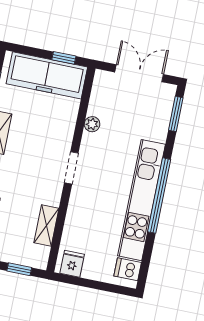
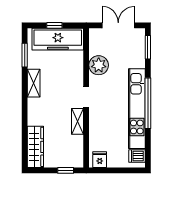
window: (64, 58) -> (54, 25), moved
plant: (92, 124) -> (99, 65), width x1.88, depth x1.88
shelving: (46, 225) -> (78, 121), moved

